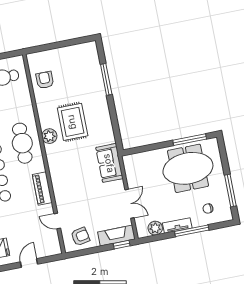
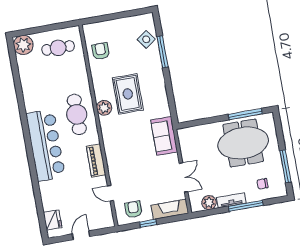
side table: (90, 67) -> (146, 39), added
armchair: (80, 236) -> (133, 209), turned -79
window: (122, 245) -> (148, 223), moved

